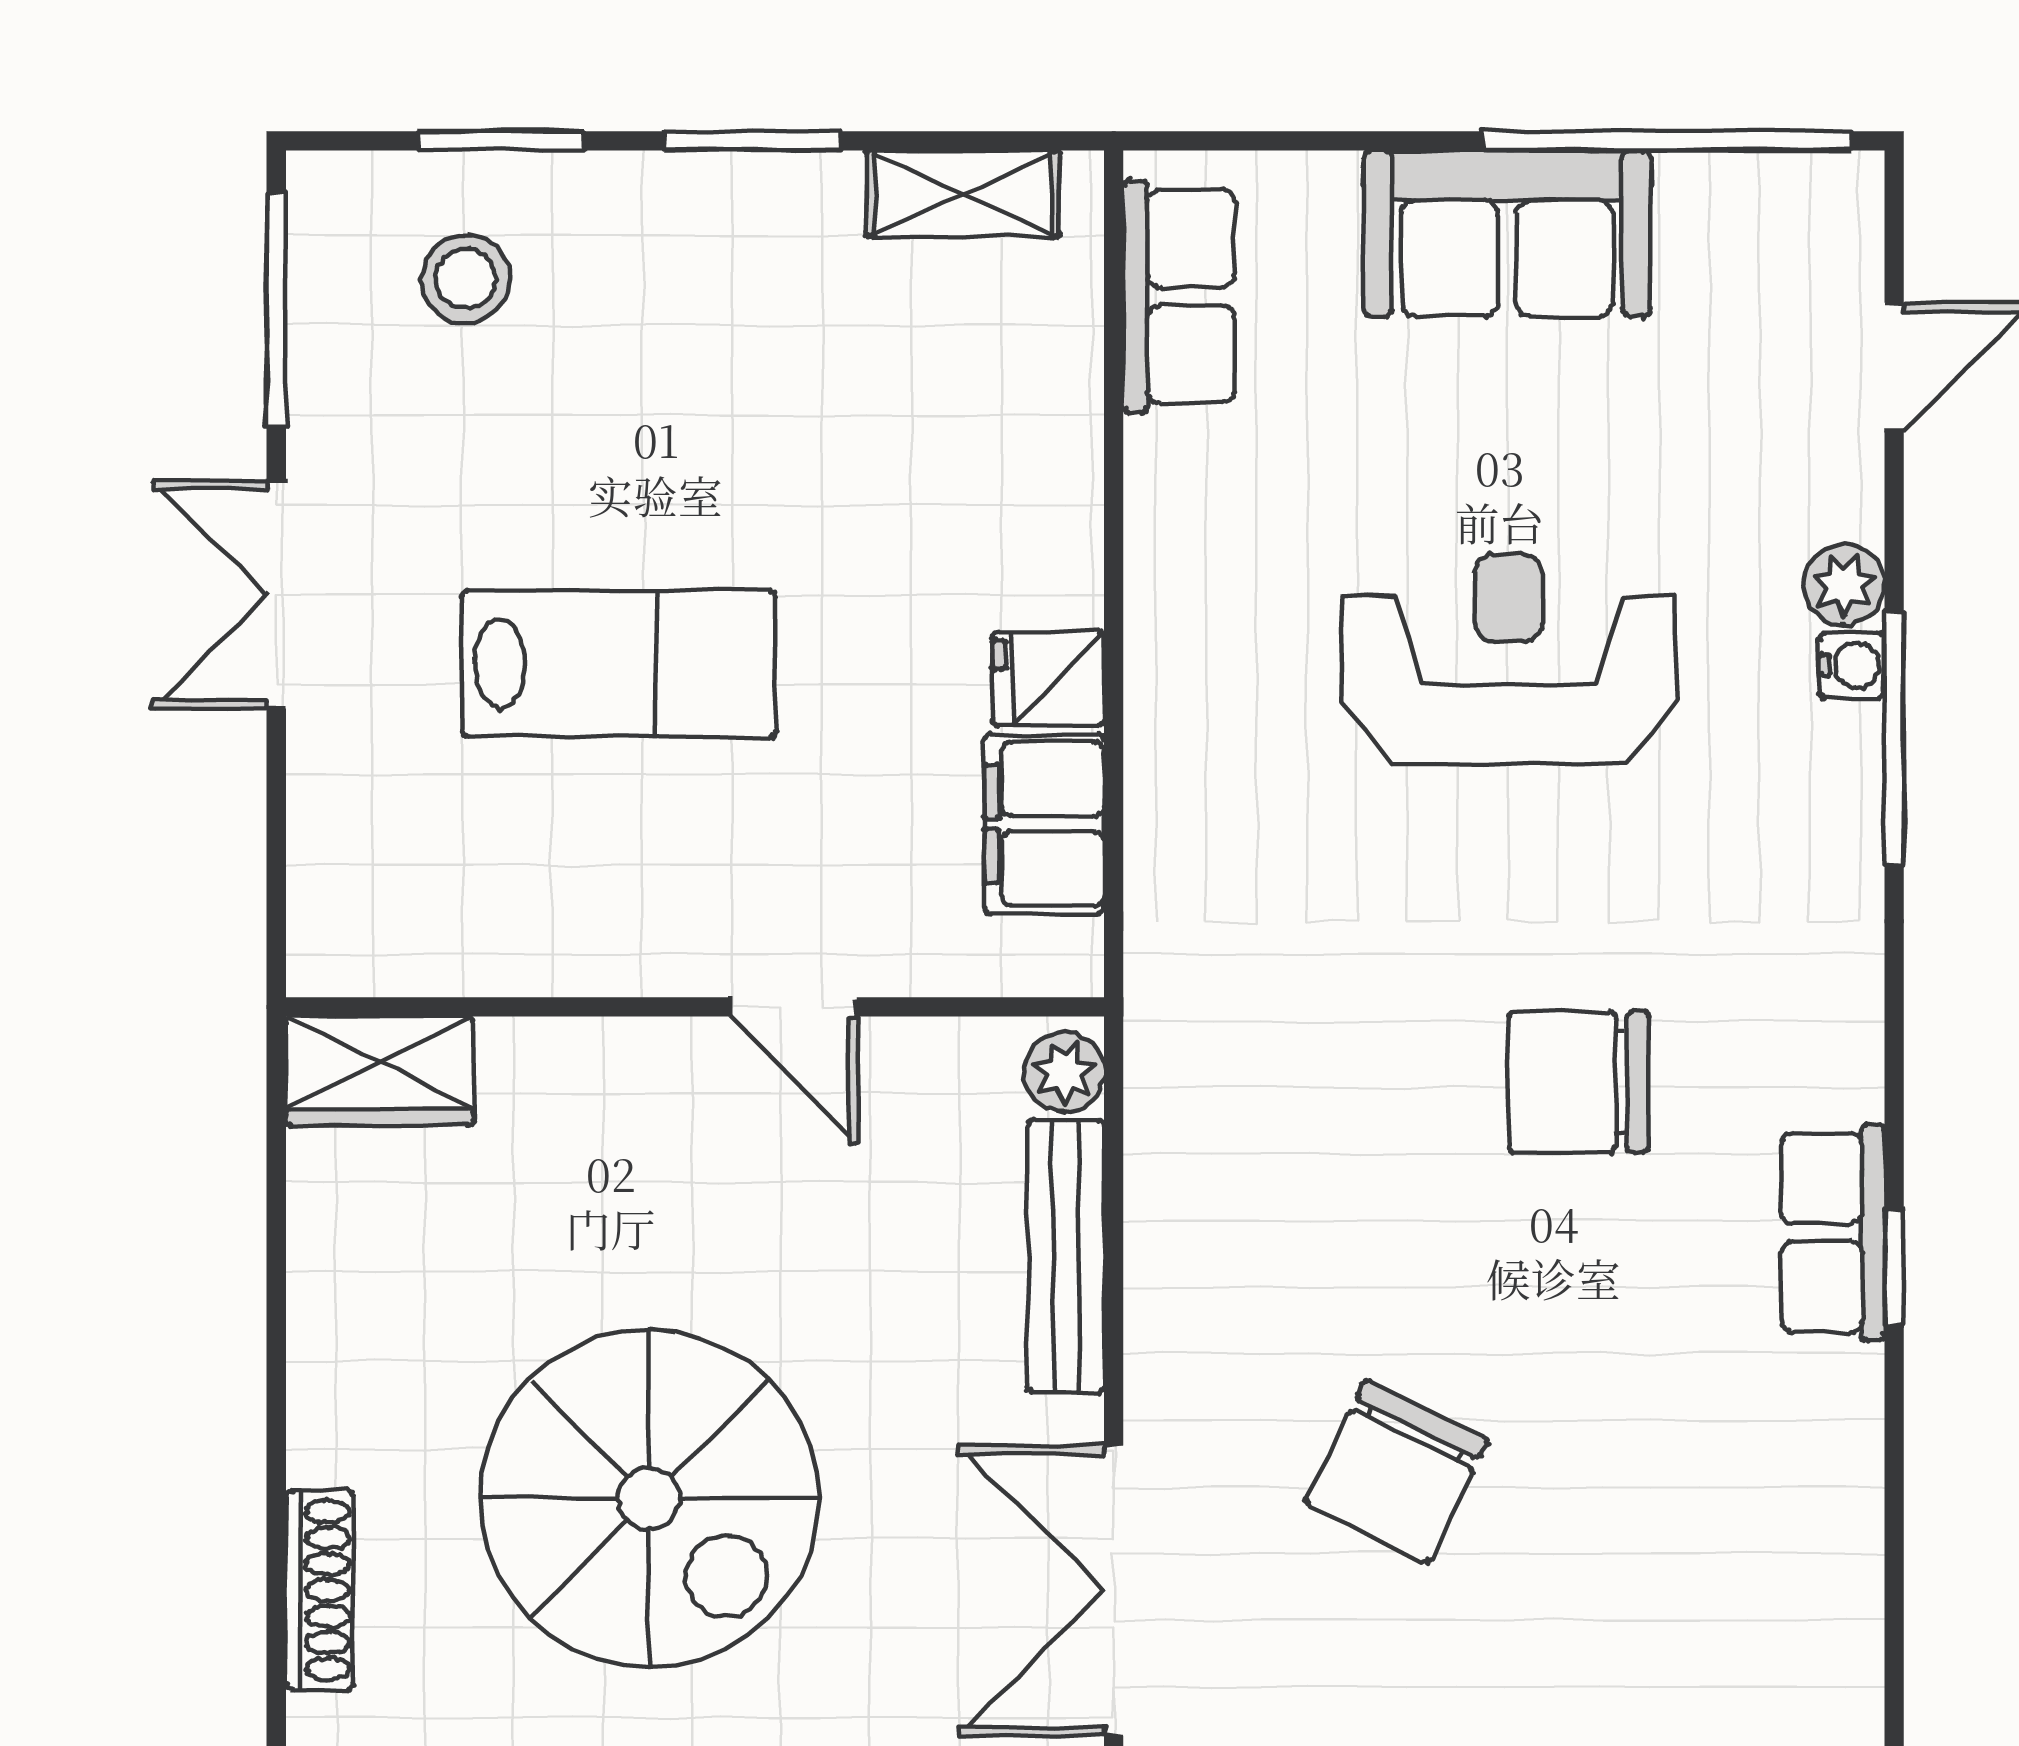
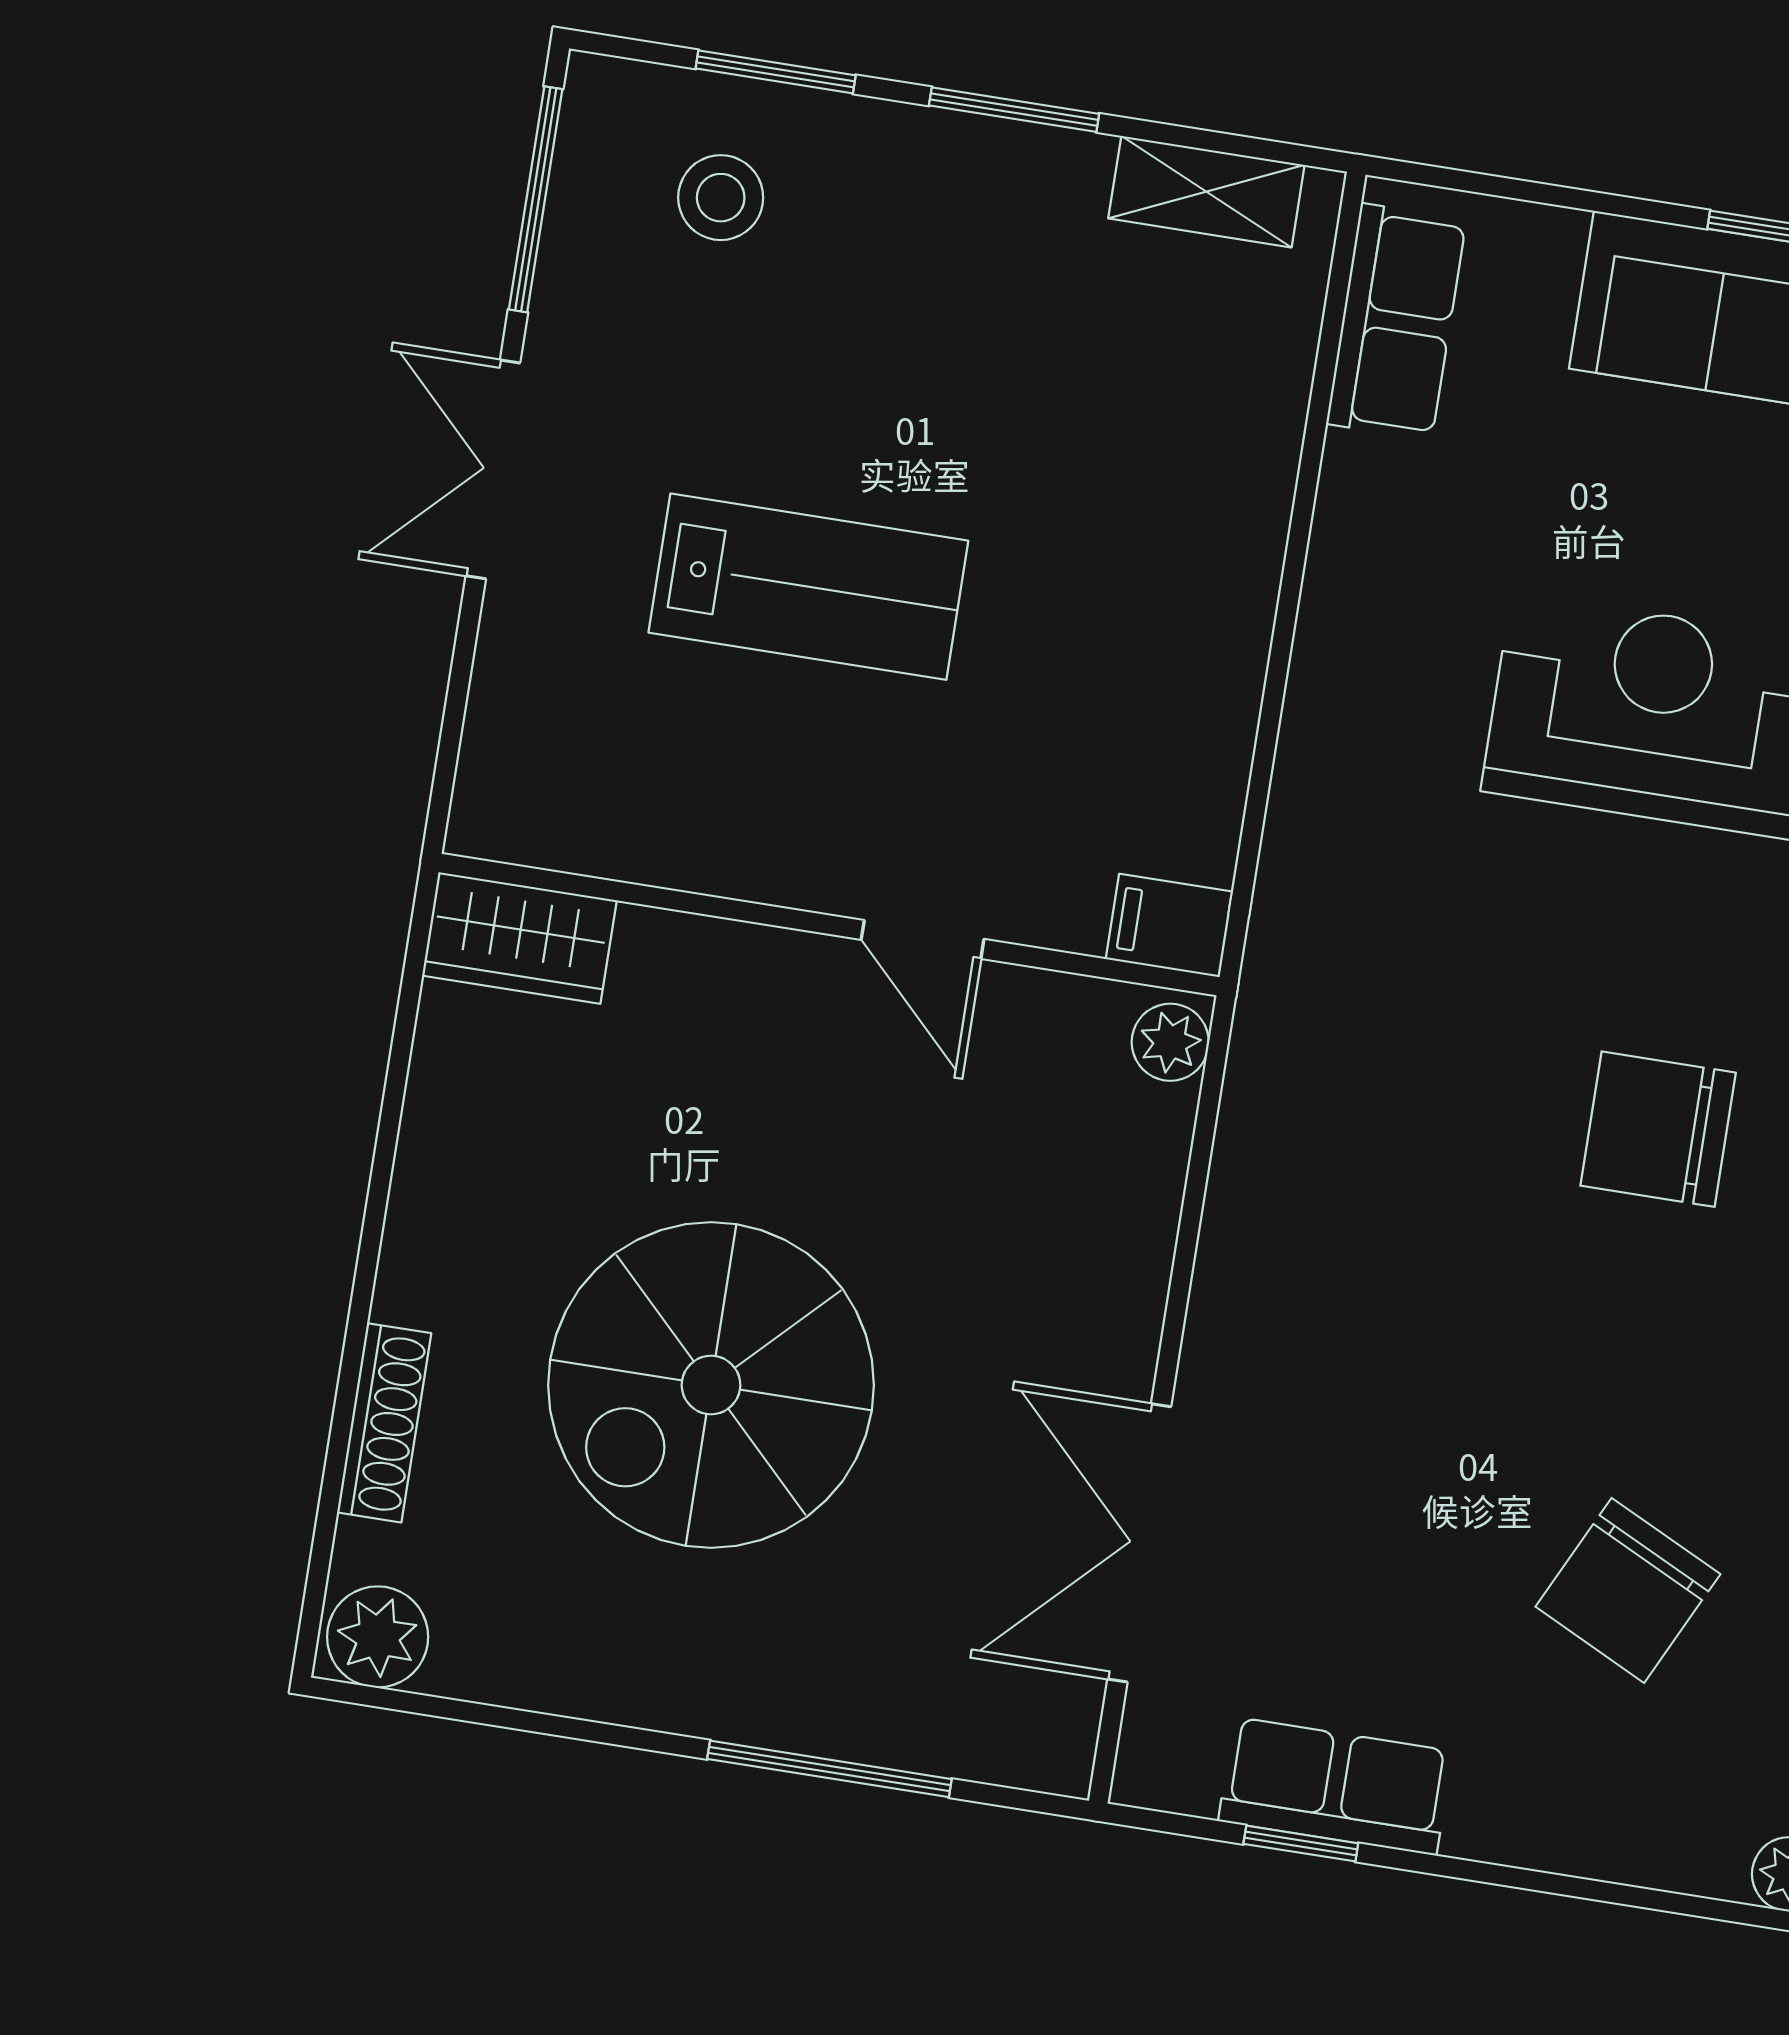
fridge: (1048, 679) -> (1214, 666), removed
filing cabinet: (1044, 824) -> (1169, 925), moved, width x0.50
bench: (1066, 1256) -> (1144, 1218), removed
chair: (1397, 1471) -> (1628, 1590), moved
spiral stairs: (649, 1498) -> (711, 1385), turned 90

